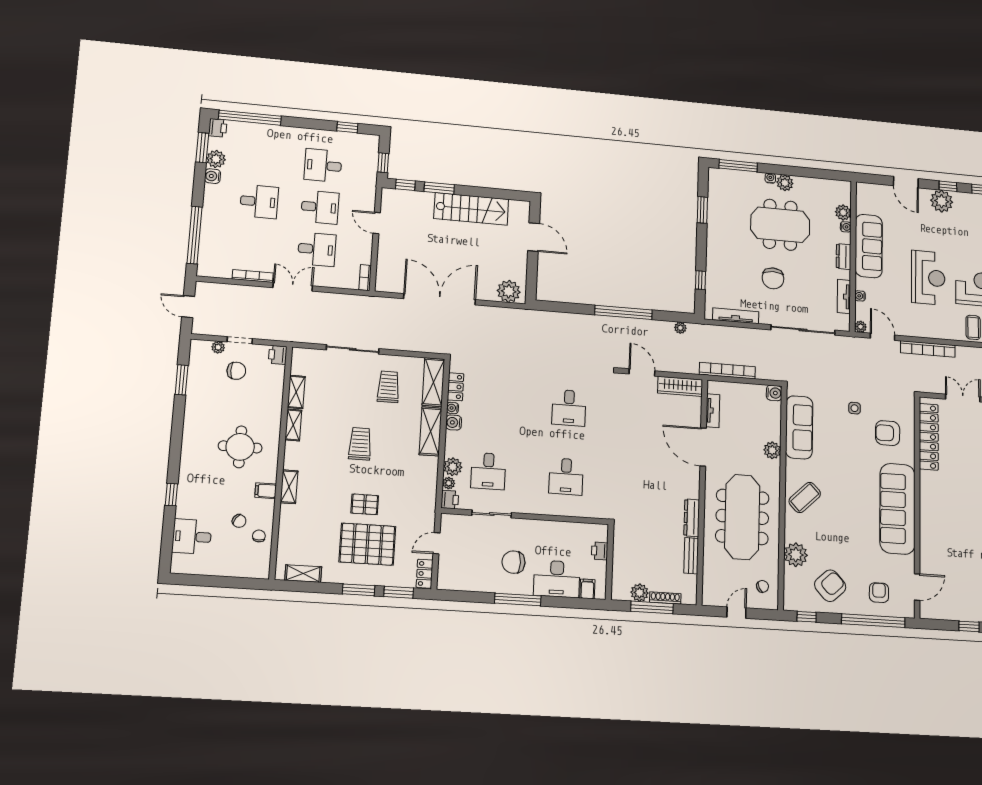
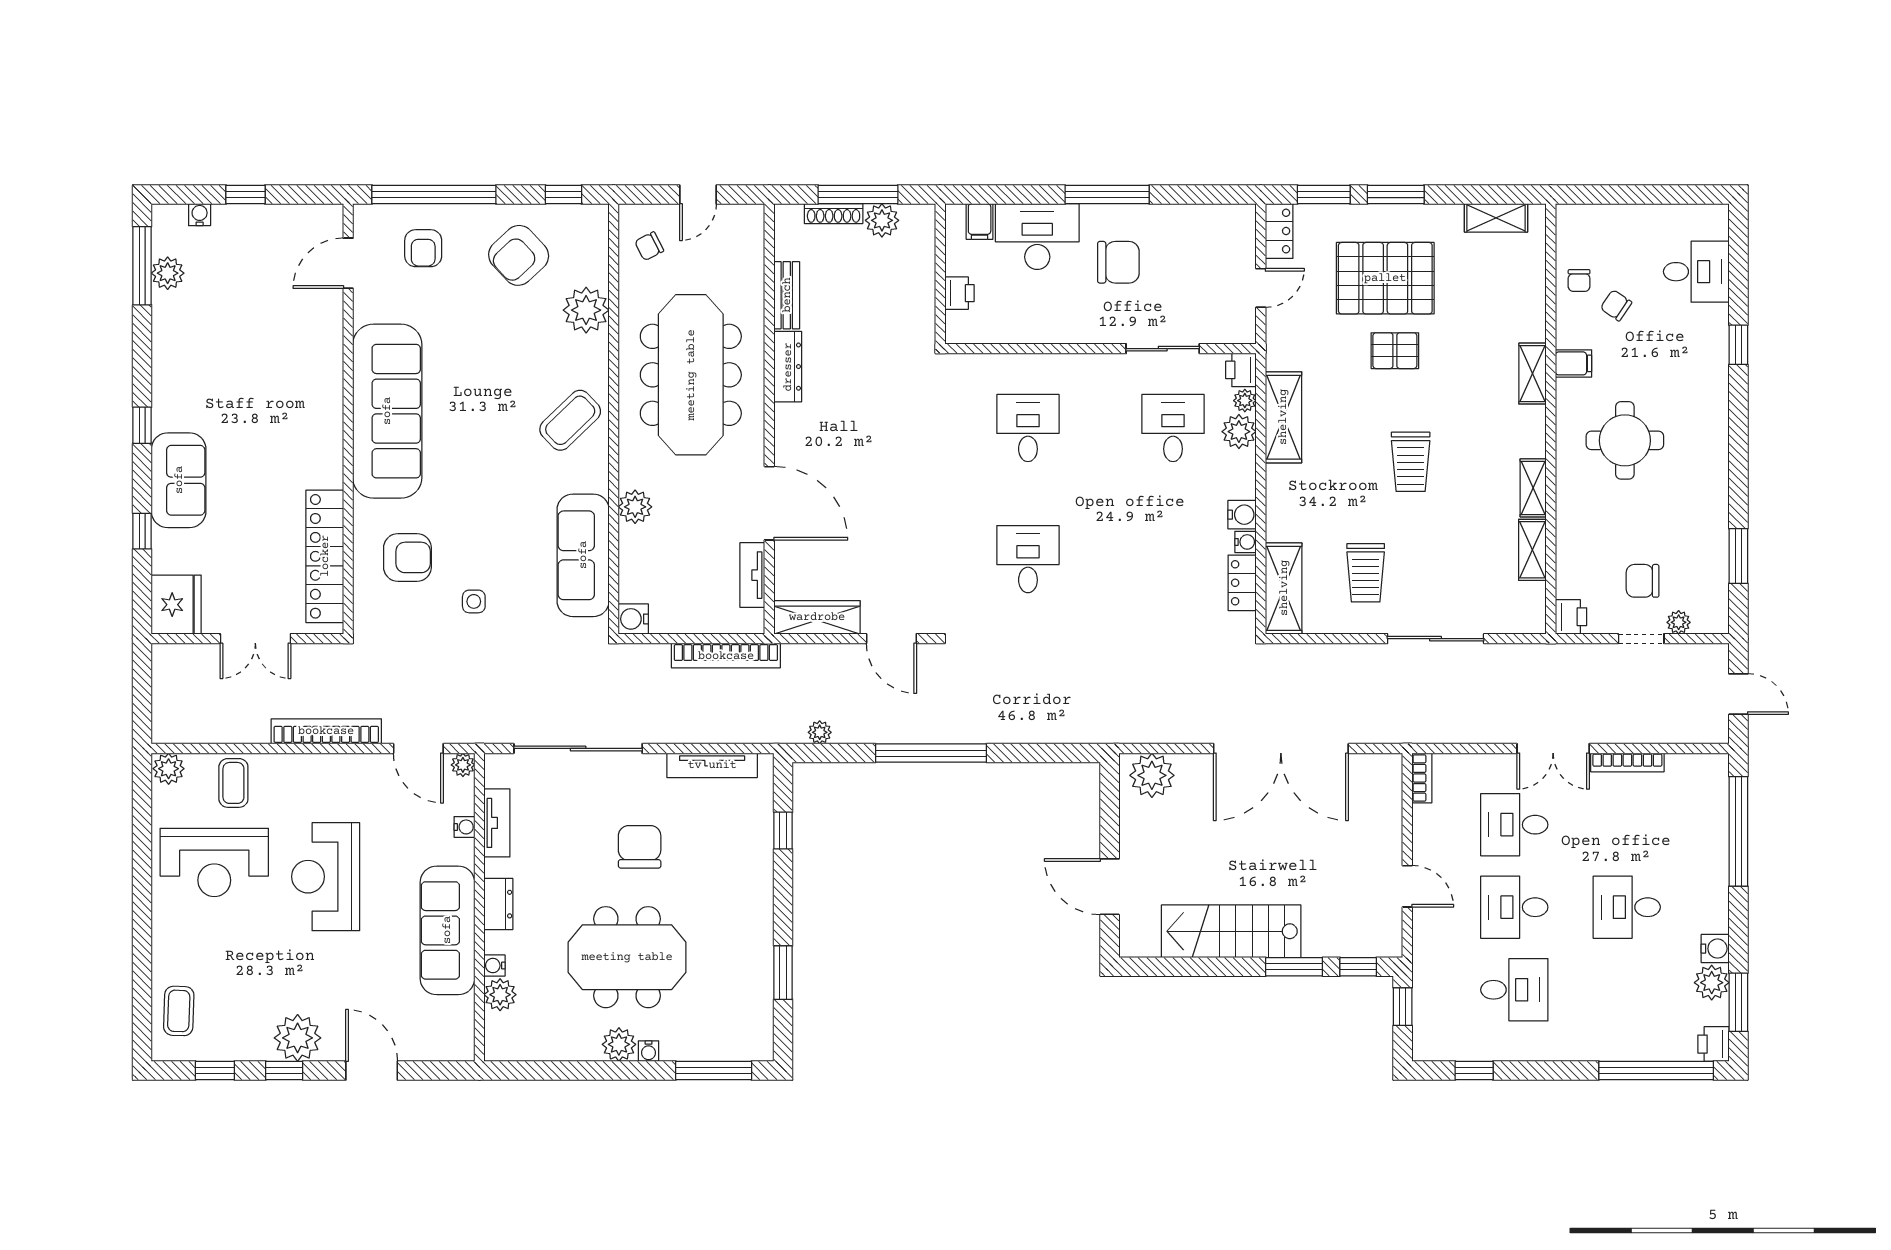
shelving: (431, 431) -> (1283, 417), moved

